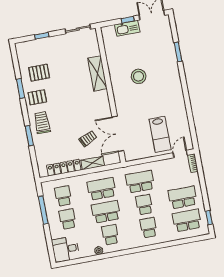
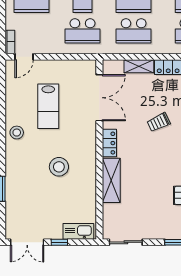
kitchen sink: (127, 28) -> (78, 231), moved
stool: (175, 96) -> (17, 133), added
locker: (104, 101) -> (109, 143), added
lab bench: (160, 134) -> (48, 106), moved, turned 180
trolley: (88, 139) -> (159, 122), moved

